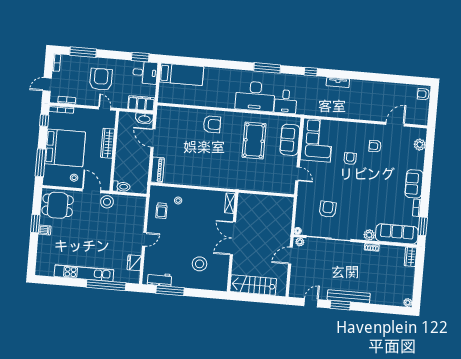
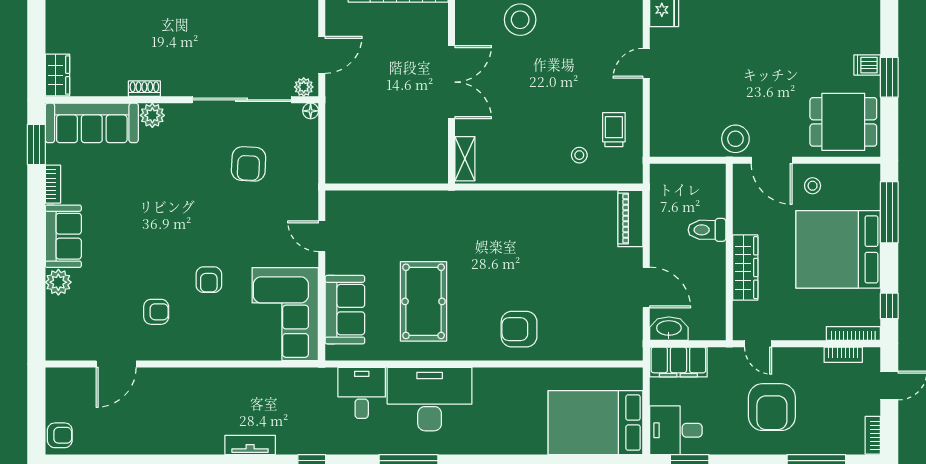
bed: (181, 74) -> (596, 423), width x1.50
plant: (420, 145) -> (58, 282), moved
toilet: (121, 187) -> (707, 230), moved

